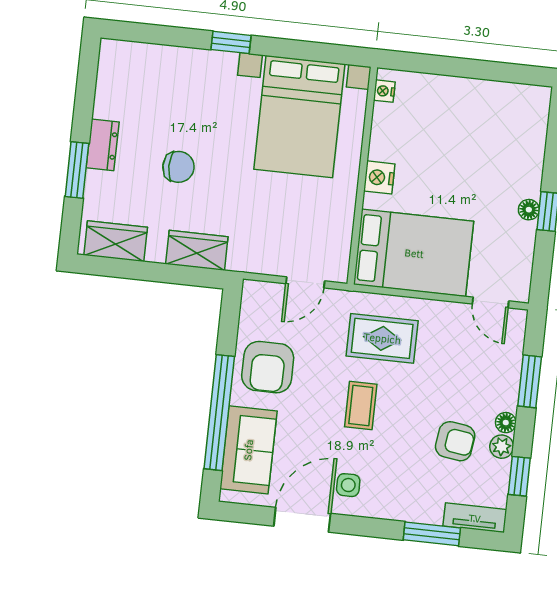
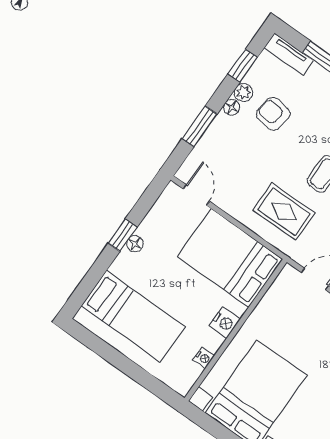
nightstand: (384, 91) -> (204, 358), moved
bed: (486, 127) -> (133, 316), added

